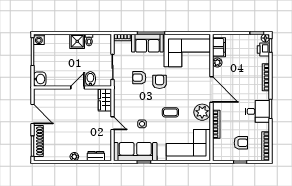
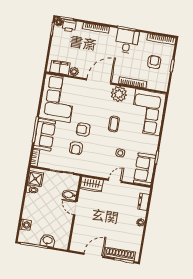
washing machine: (39, 39) -> (26, 225), moved
shower: (77, 41) -> (35, 179), moved
washbasin: (40, 79) -> (48, 241), moved
sofa: (135, 152) -> (145, 169), width x0.73

